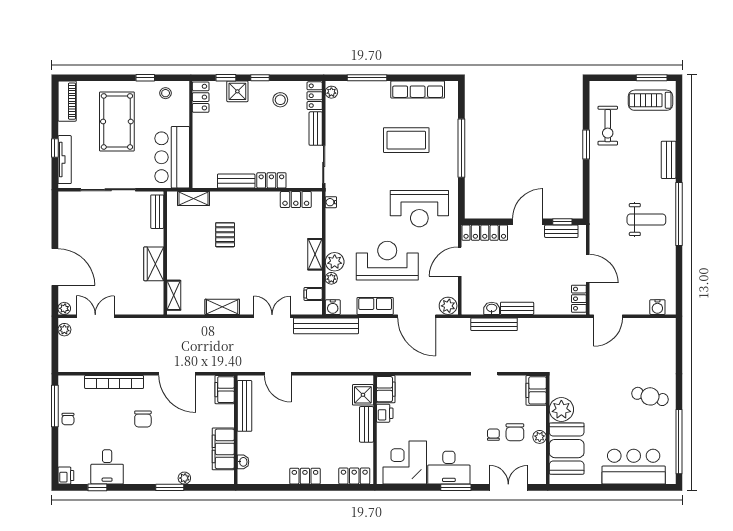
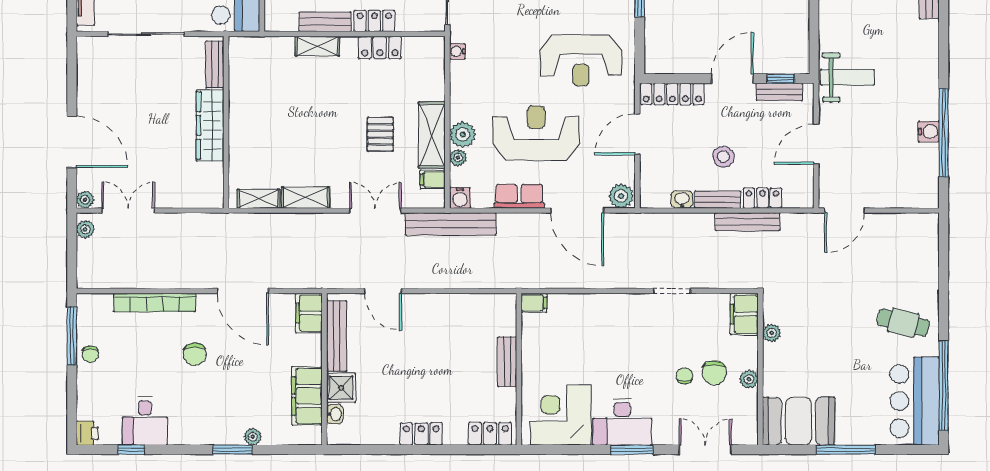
shelving: (194, 198) -> (317, 46), moved
locker: (296, 200) -> (380, 48), moved
window: (679, 214) -> (944, 133), moved
weight bench: (646, 220) -> (847, 77), moved
pallet: (225, 235) -> (380, 134), moved
shelving: (315, 254) -> (432, 135), width x1.50, depth x1.33
wardrobe: (154, 264) -> (210, 126), width x1.50
door: (588, 269) -> (816, 144), swing flipped
stool: (521, 278) -> (723, 157), added
shelving: (174, 295) -> (259, 199), moved, turned 90
locker: (579, 299) -> (762, 198), moved, turned 90
water cooler: (657, 307) -> (929, 132), moved, turned -90
bench: (494, 324) -> (748, 222), moved
filing cabinet: (386, 389) -> (534, 303), width x0.50
shower: (363, 395) -> (341, 388), moved
plant: (561, 409) -> (772, 333), width x0.53, depth x0.53
printer: (385, 413) -> (533, 346), removed
booth: (567, 449) -> (799, 421), moved, turned 90
bar counter: (634, 467) -> (915, 401), moved, turned -90
window: (609, 487) -> (846, 450), added

